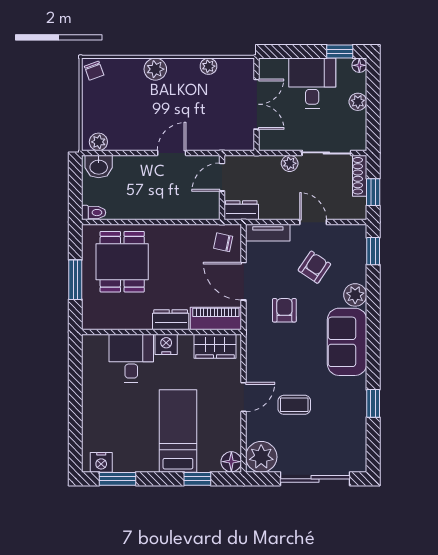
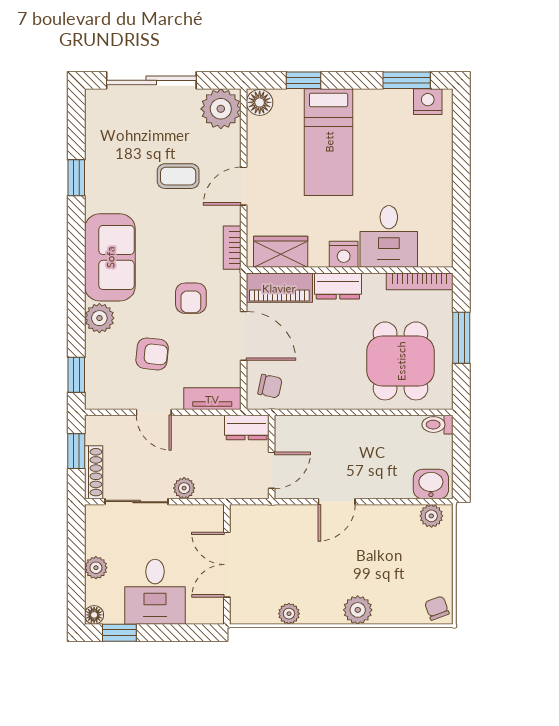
armchair: (314, 267) -> (152, 354), turned -118
bookcase: (107, 323) -> (420, 281), added
bookcase: (252, 349) -> (232, 248), added

